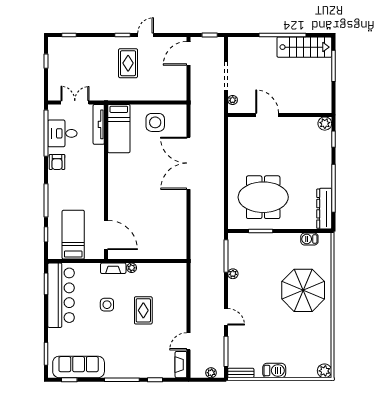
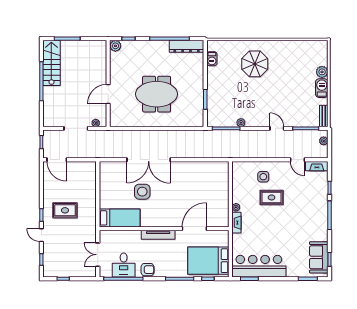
door: (146, 35) -> (41, 235), moved
side table: (155, 122) -> (142, 192), moved
tv unit: (99, 124) -> (158, 235), moved
meeting table: (263, 197) -> (157, 94), moved, turned 90
bed: (73, 235) -> (208, 261), width x1.50
door: (106, 235) -> (194, 229), moved
parasol: (303, 290) -> (255, 64), width x0.73, depth x0.73
side table: (107, 305) -> (263, 177), moved
door: (226, 317) -> (277, 128), hinge flipped
sofa: (79, 367) -> (319, 257), width x0.73
plant: (324, 371) -> (322, 72), moved

